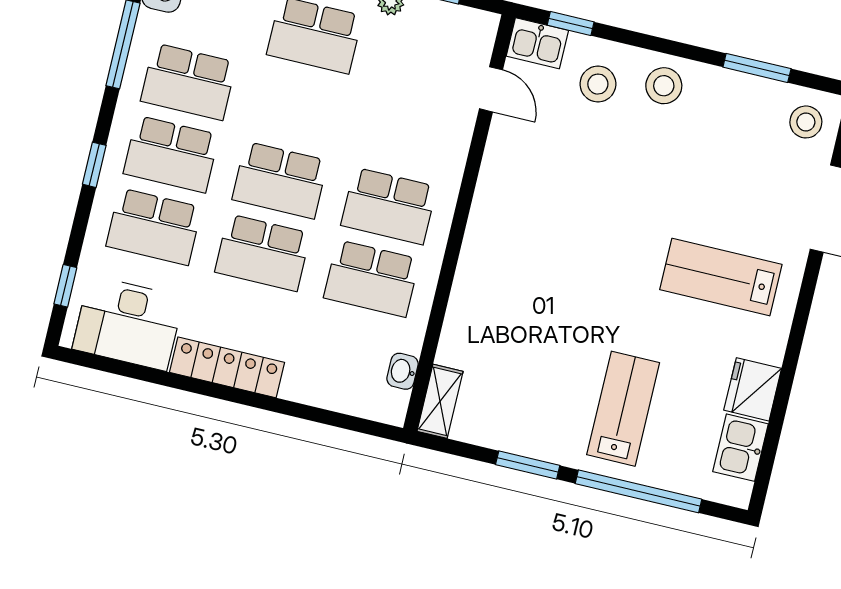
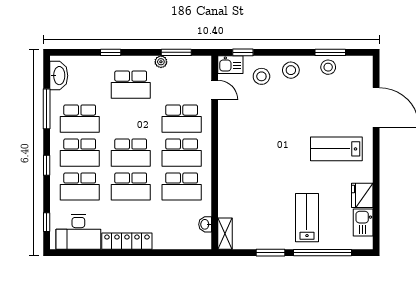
stool: (806, 122) -> (328, 67), moved
school desk: (406, 134) -> (182, 119), added

